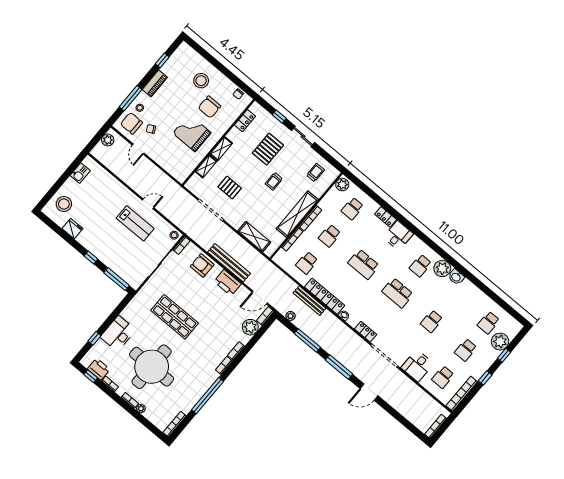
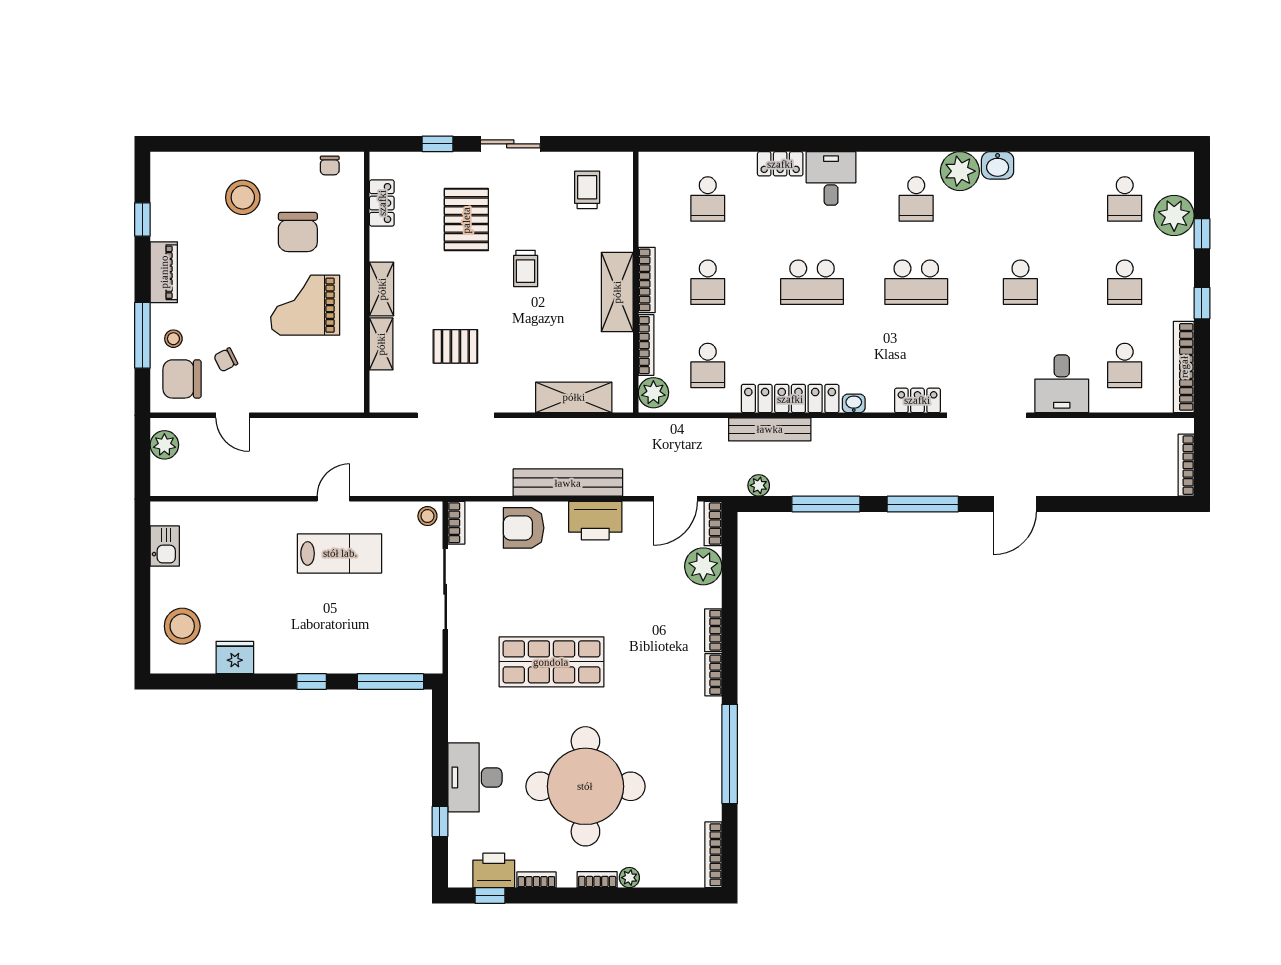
plant: (342, 185) -> (653, 393), moved
shelving: (297, 214) -> (617, 292), width x0.68

